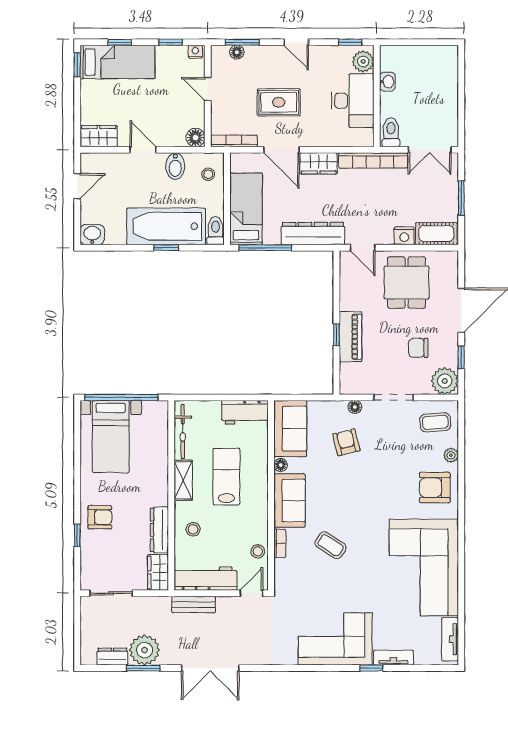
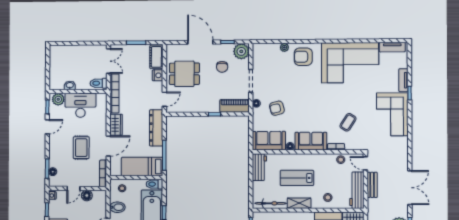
door: (296, 42) -> (47, 127), moved
floor lamp: (196, 138) -> (87, 195), moved
piano: (350, 337) -> (235, 106), moved
coffee table: (435, 422) -> (265, 57), removed
armchair: (435, 488) -> (303, 57), turned 90
coffee table: (331, 545) -> (348, 122), moved
bench: (194, 604) -> (372, 185), moved

